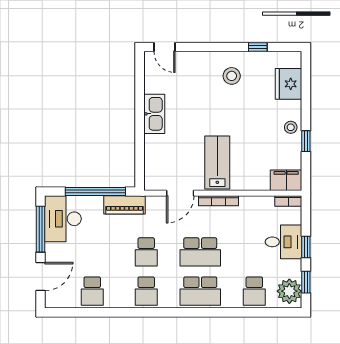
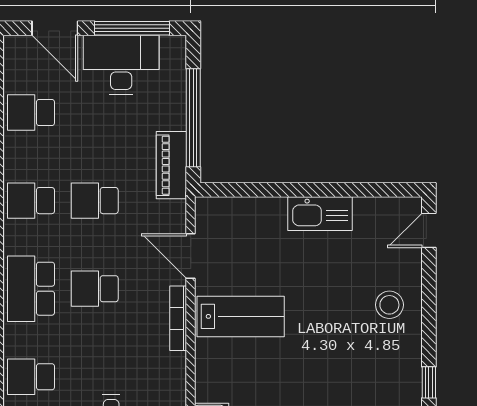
stool: (232, 76) -> (389, 305), moved
desk: (63, 219) -> (121, 65), moved
school desk: (200, 252) -> (95, 289), width x0.54

